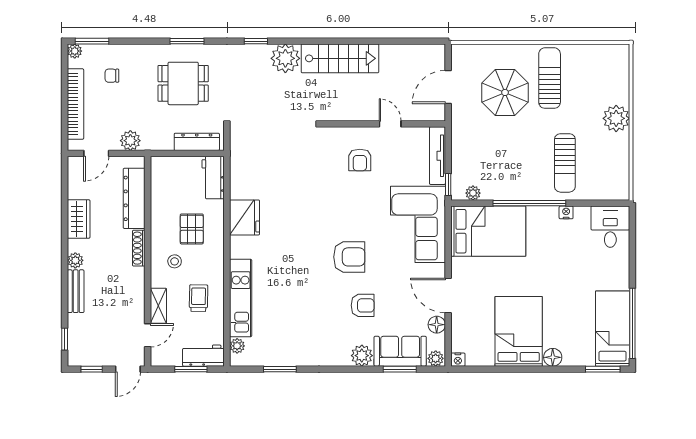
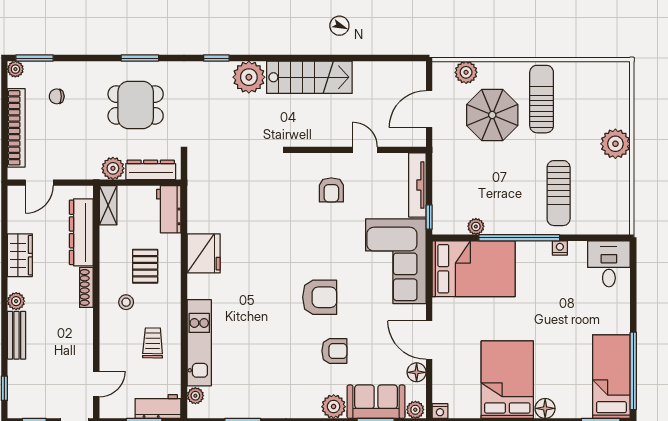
plant: (481, 54) -> (466, 72), added
plant: (130, 141) -> (113, 168), moved
plant: (473, 193) -> (476, 226), moved
shelving: (158, 306) -> (108, 205), moved

